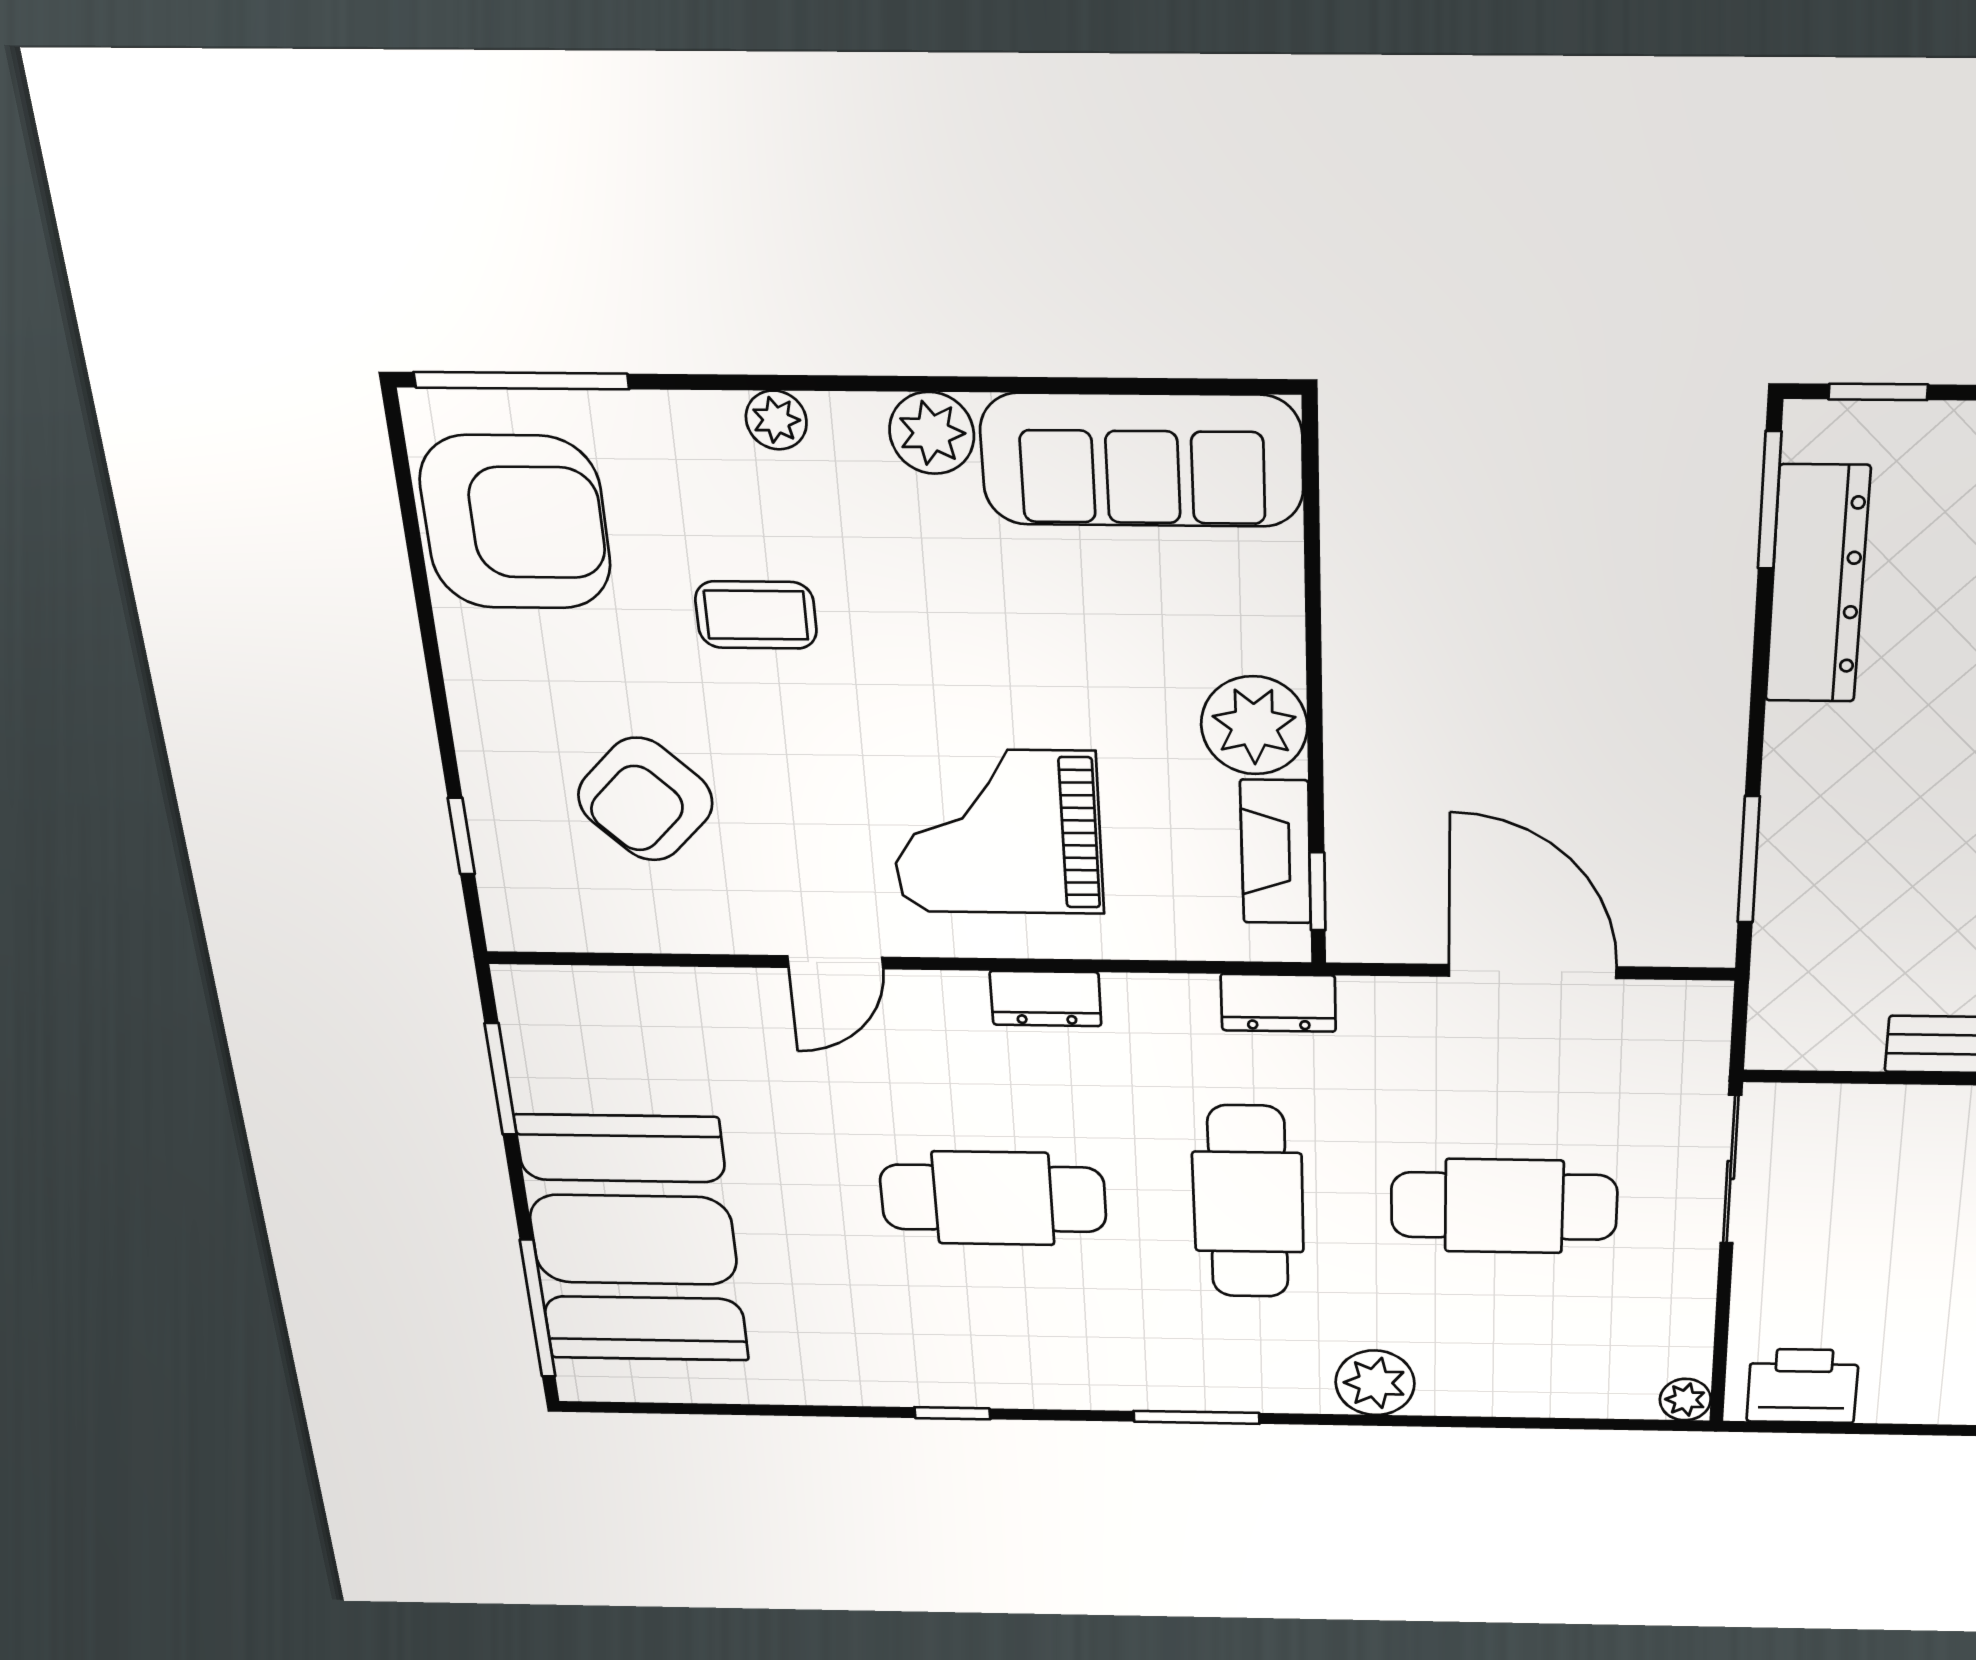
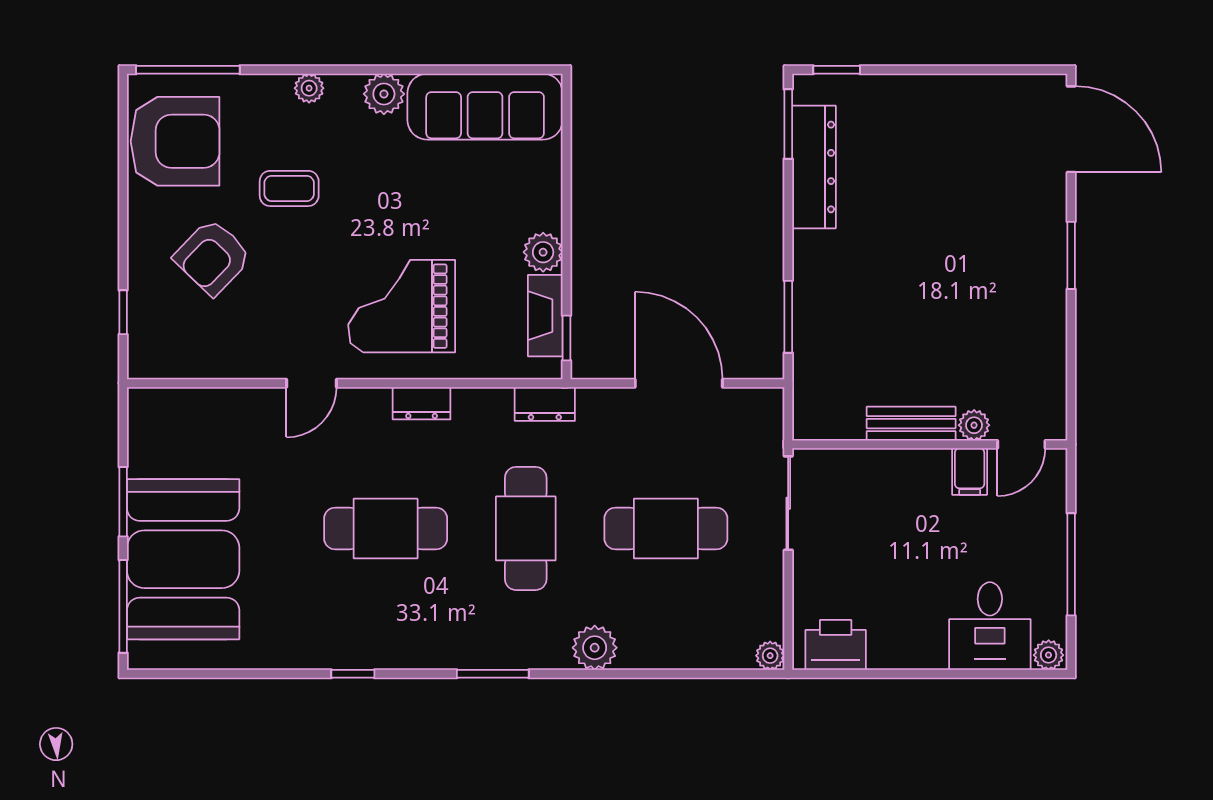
plant: (1254, 725) -> (543, 252), width x0.73, depth x0.73
armchair: (645, 799) -> (213, 257), moved
window: (501, 1079) -> (123, 502), moved

